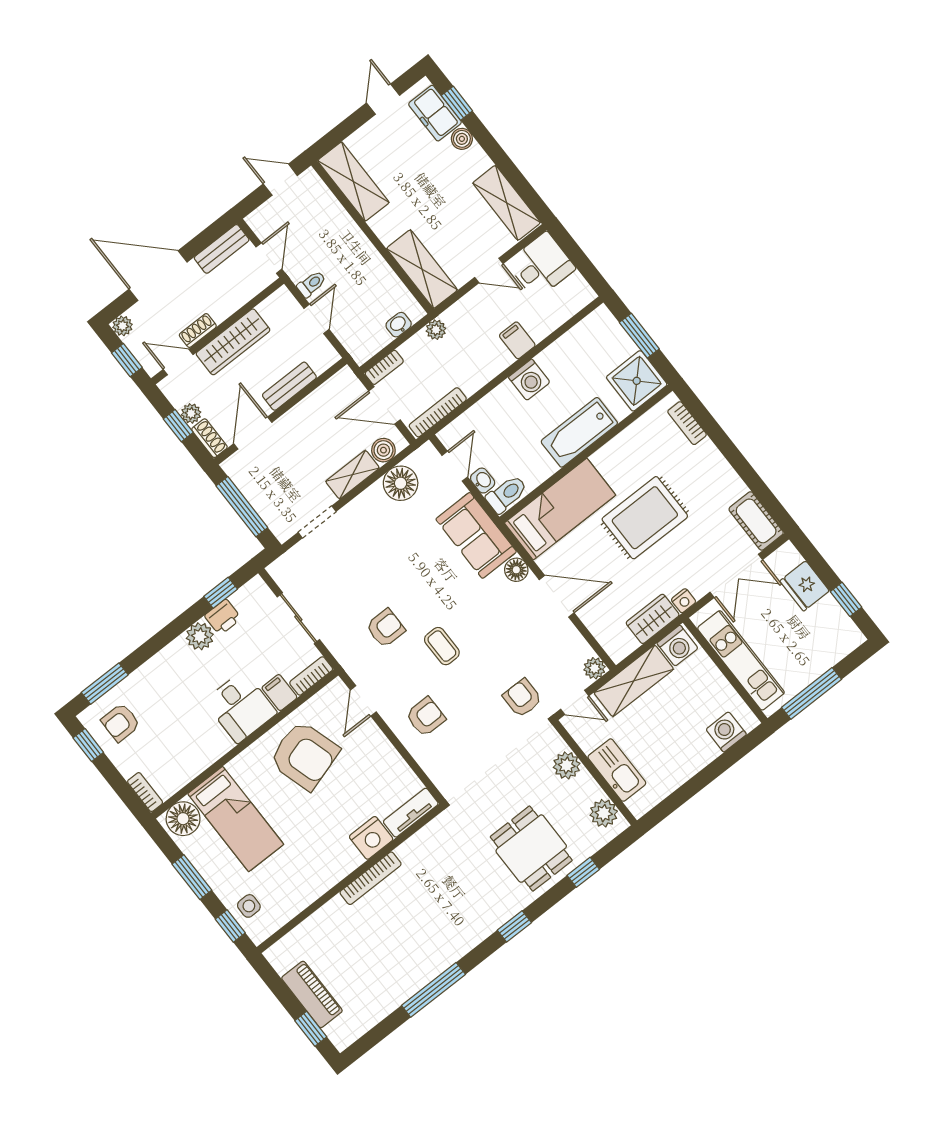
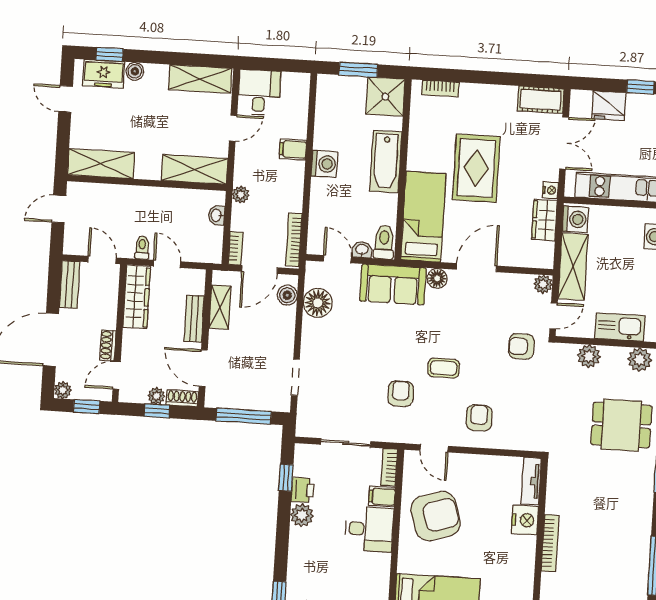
wardrobe: (233, 342) -> (137, 297), moved
shelving: (352, 475) -> (220, 307), moved

